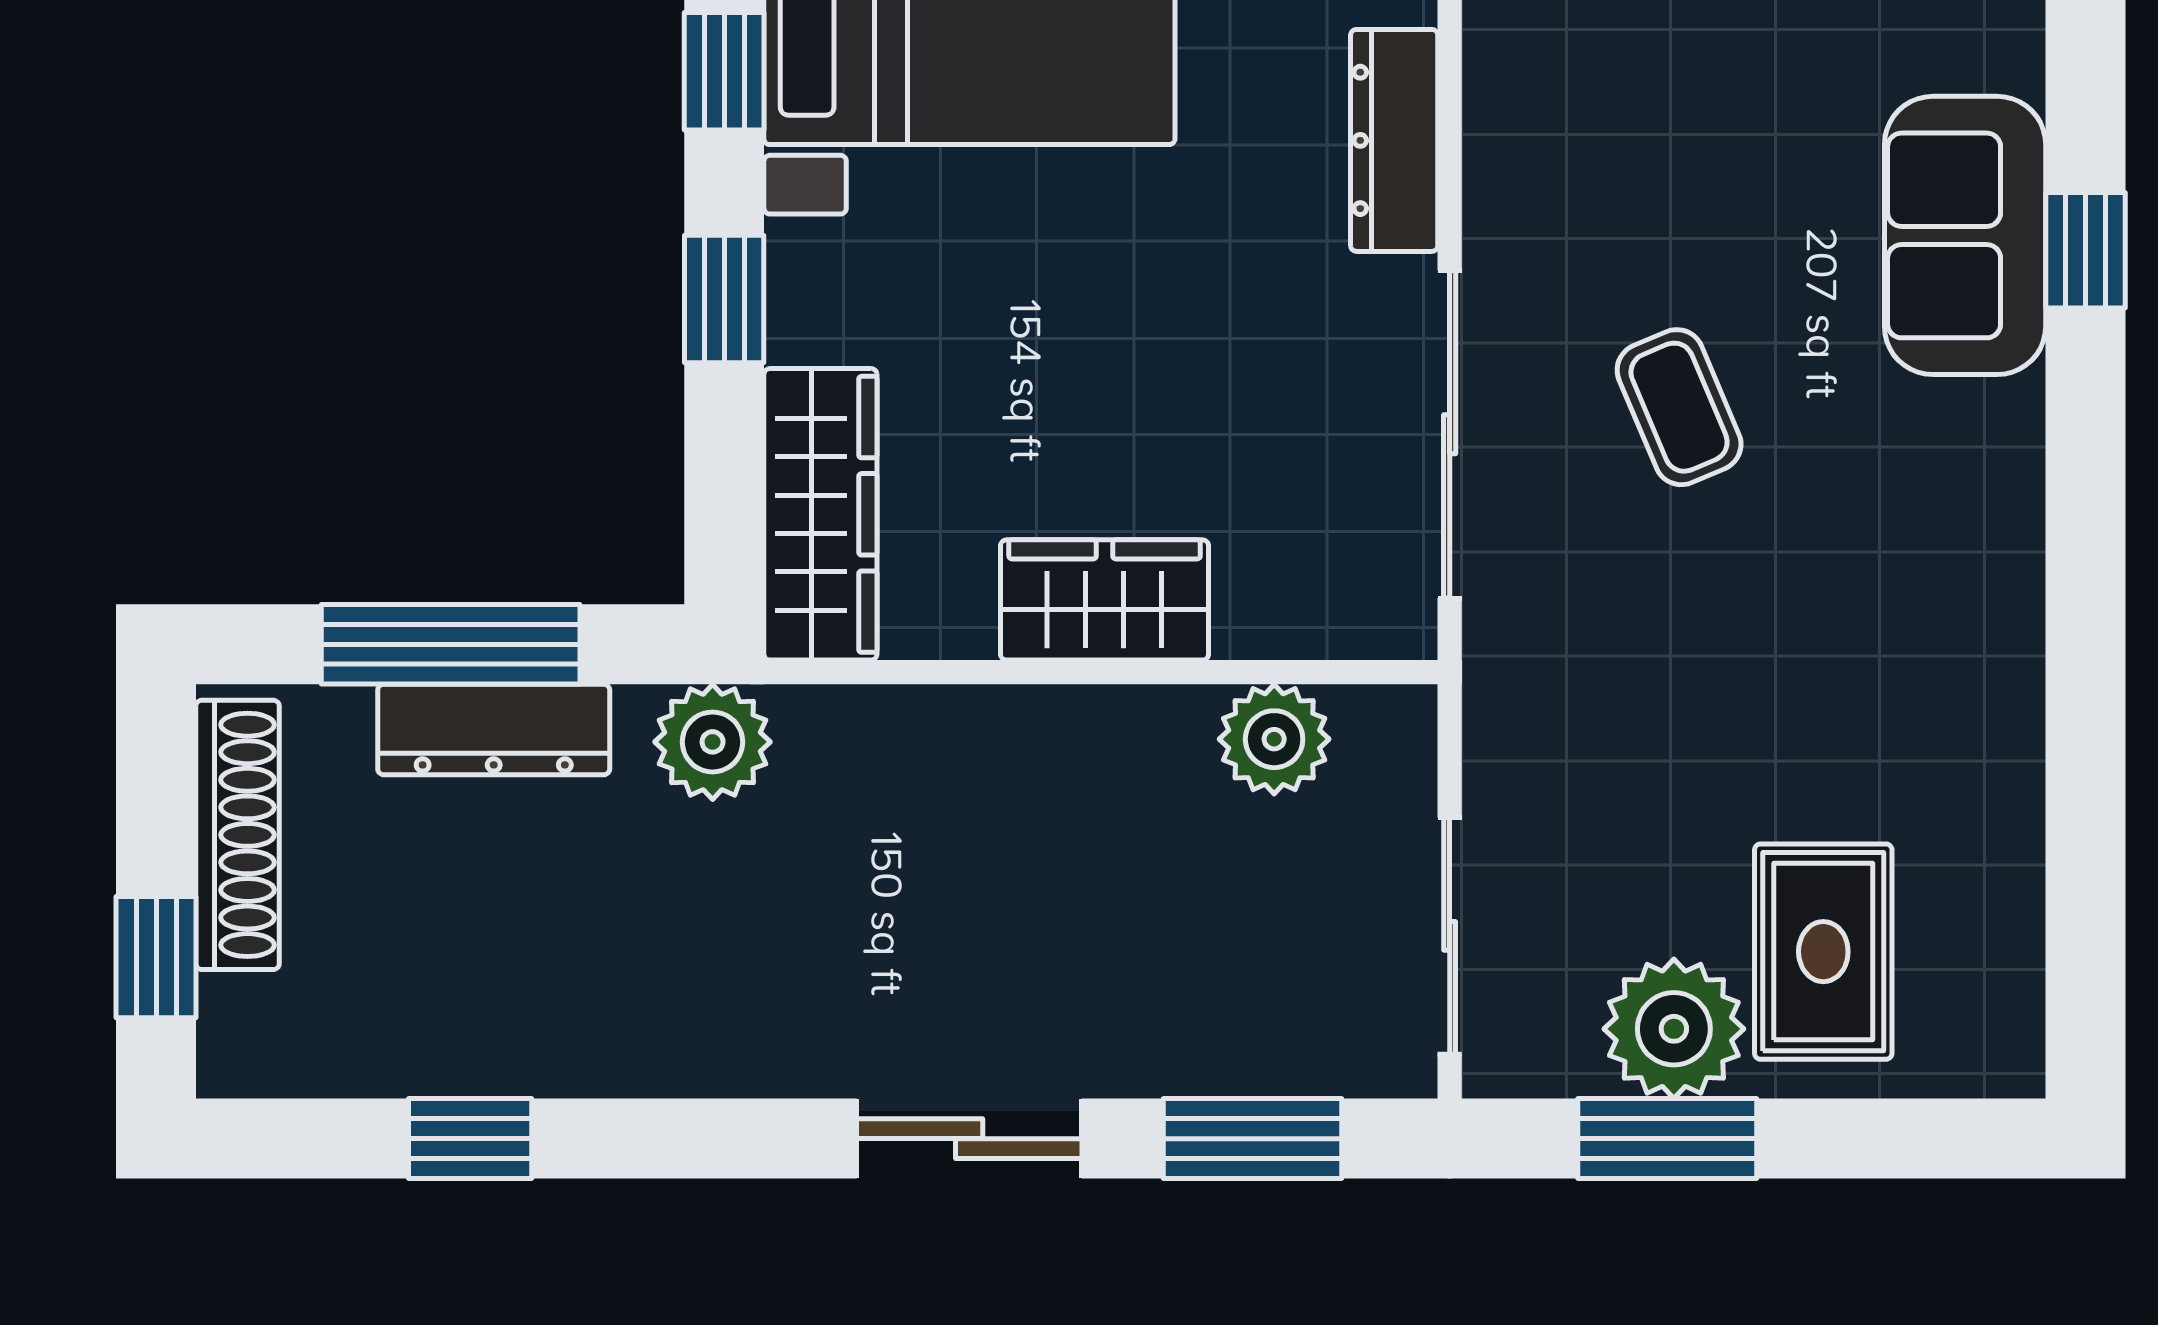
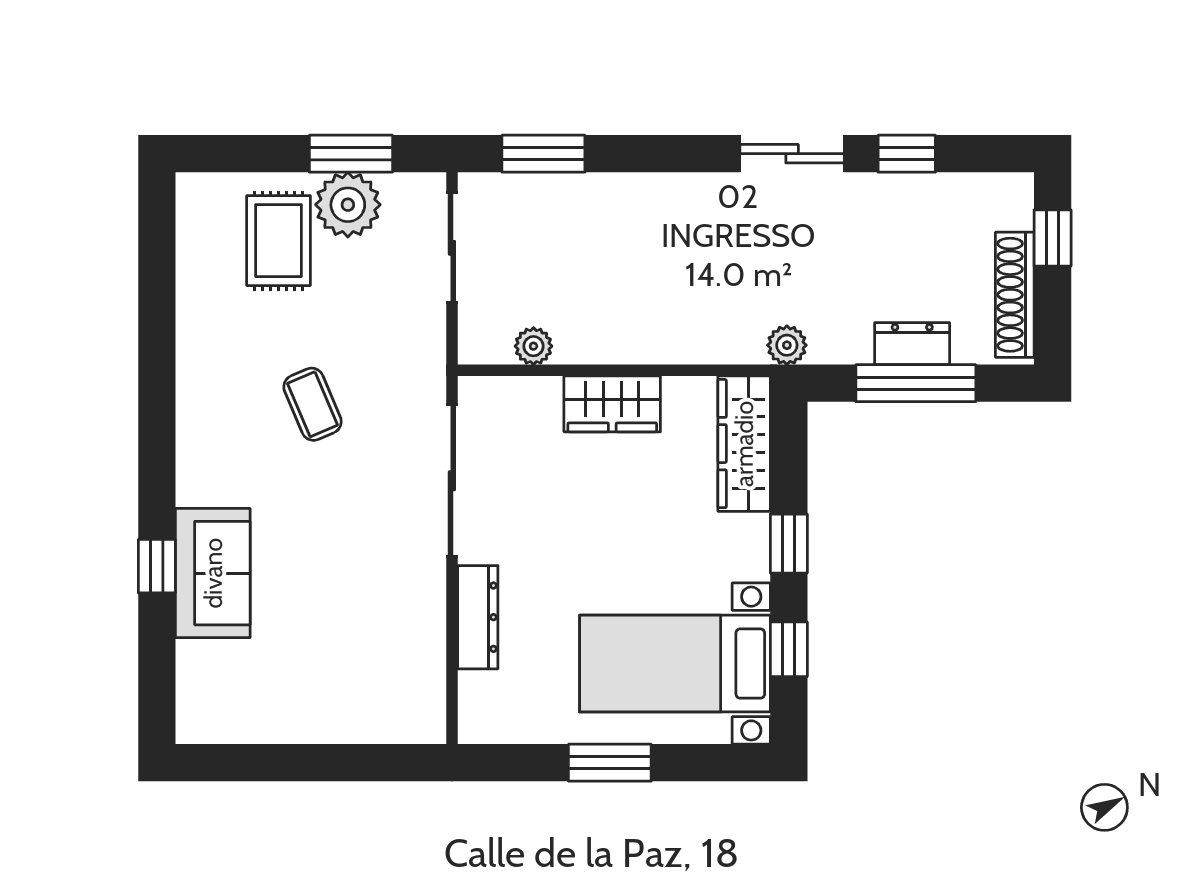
coffee table: (1679, 407) -> (313, 404), moved
dresser: (494, 730) -> (912, 344), width x0.70
plant: (1274, 739) -> (533, 346), width x0.73, depth x0.73
plant: (713, 742) -> (787, 345), width x0.73, depth x0.73
sliding door: (969, 1139) -> (792, 154), moved

